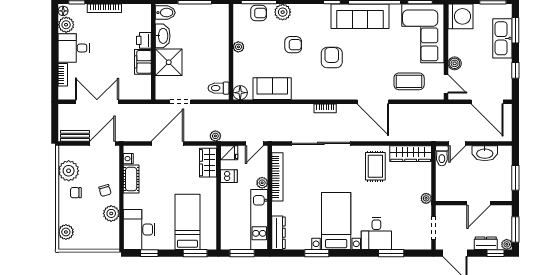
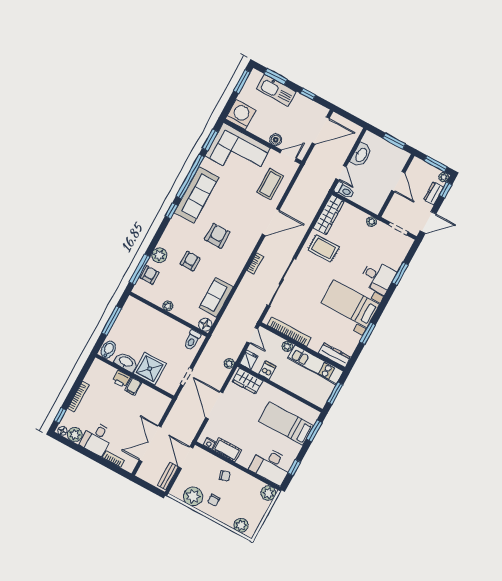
armchair: (332, 58) -> (217, 236), turned 90
filing cabinet: (143, 62) -> (133, 386), width x0.50
plant: (111, 213) -> (268, 493), moved

